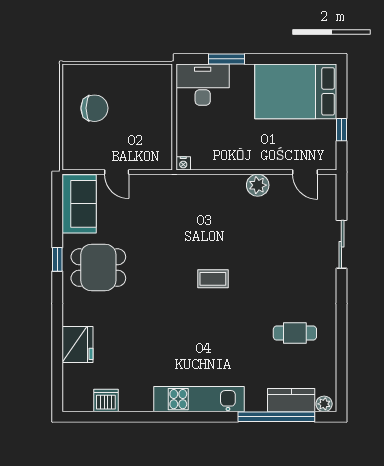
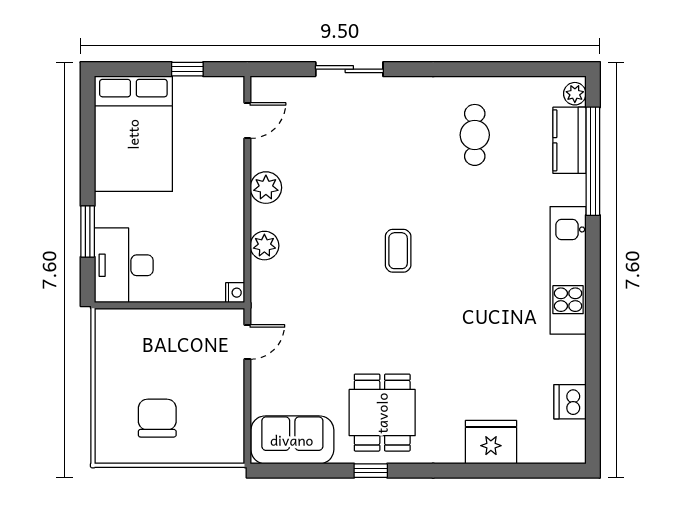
door: (117, 172) -> (247, 342), moved
plant: (217, 184) -> (264, 246), added

